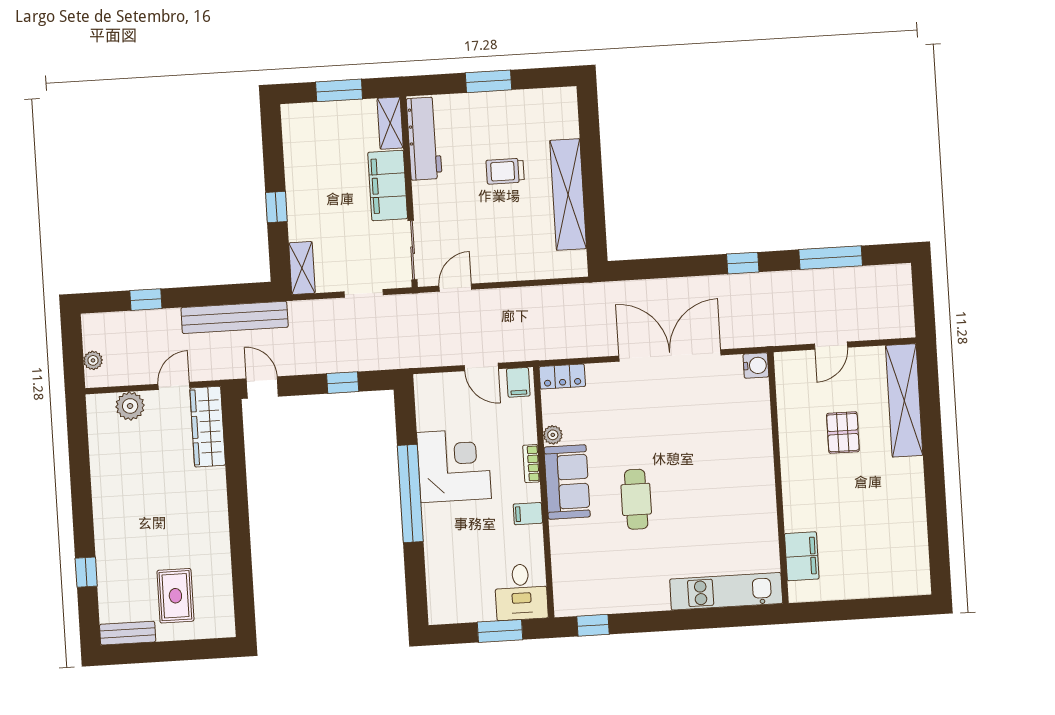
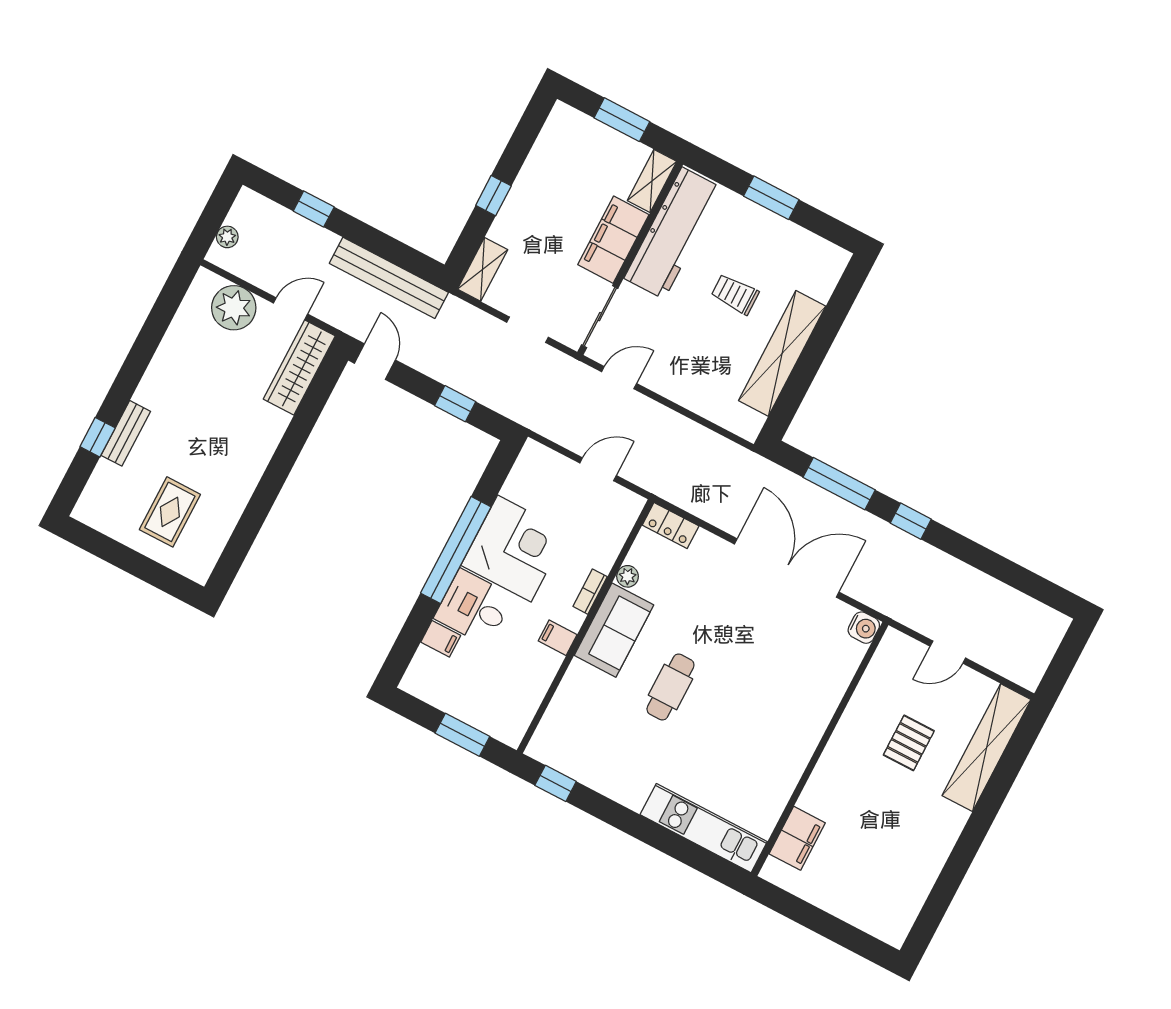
workbench: (424, 139) -> (673, 233), width x1.36, depth x1.32
window: (831, 258) -> (839, 484), moved
door: (481, 367) -> (598, 469), swing flipped
filing cabinet: (518, 382) -> (441, 639), moved, turned -90
plant: (130, 406) -> (234, 308), width x1.36, depth x1.36
desk: (521, 592) -> (474, 607), moved, turned 90
bench: (128, 633) -> (126, 433), moved, turned 90

